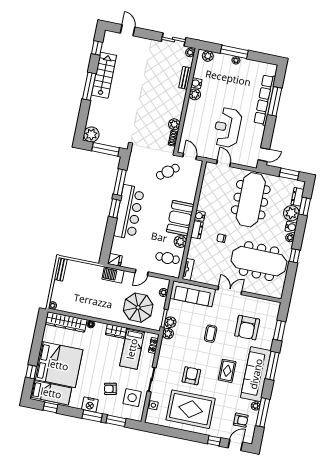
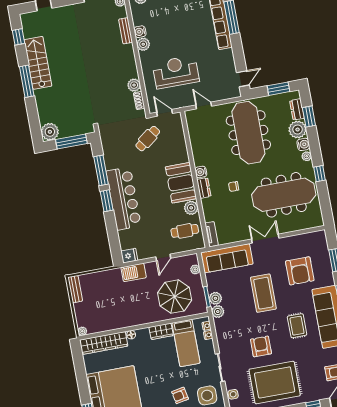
reception desk: (227, 128) -> (176, 72), moved, turned 90
coffee table: (211, 334) -> (263, 293), width x1.86, depth x1.72

